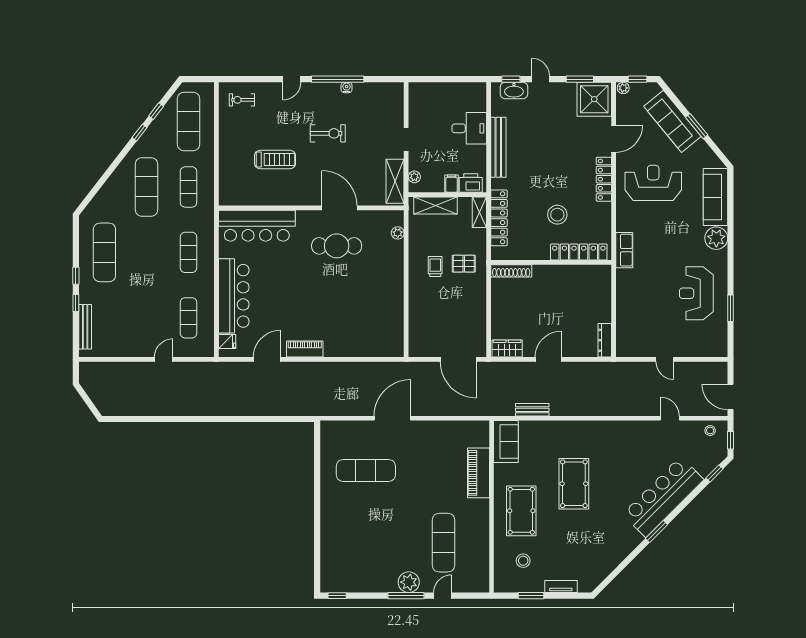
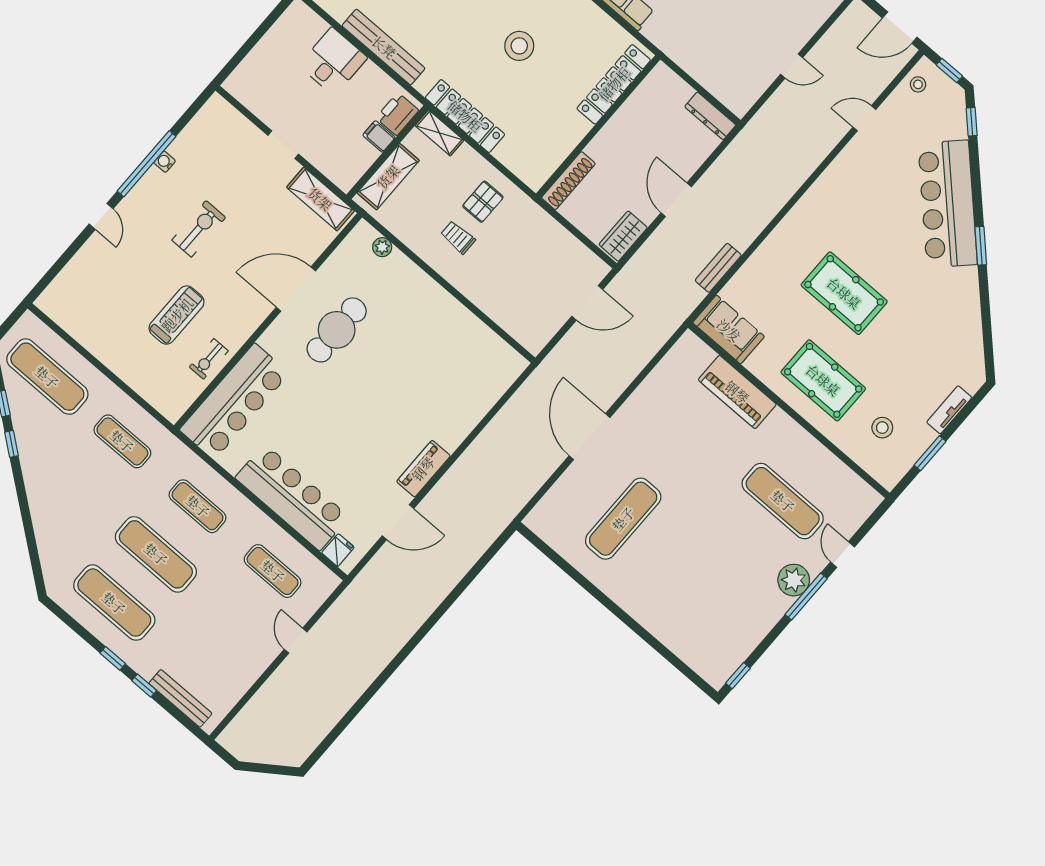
exercise bike: (242, 100) -> (209, 359), moved
plant: (414, 177) -> (334, 172), removed
exercise mat: (146, 187) -> (156, 554), moved
locker: (579, 252) -> (614, 84), moved
wall: (551, 262) -> (598, 126), moved
shoe rack: (511, 271) -> (568, 181), moved
door: (267, 359) -> (398, 522), swing flipped
door: (458, 359) -> (587, 303), width x0.73

